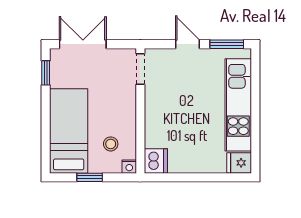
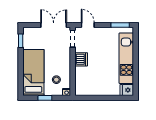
double door: (83, 44) -> (54, 25), moved
door: (188, 44) -> (88, 25), moved
dishwasher: (156, 161) -> (81, 59), moved

